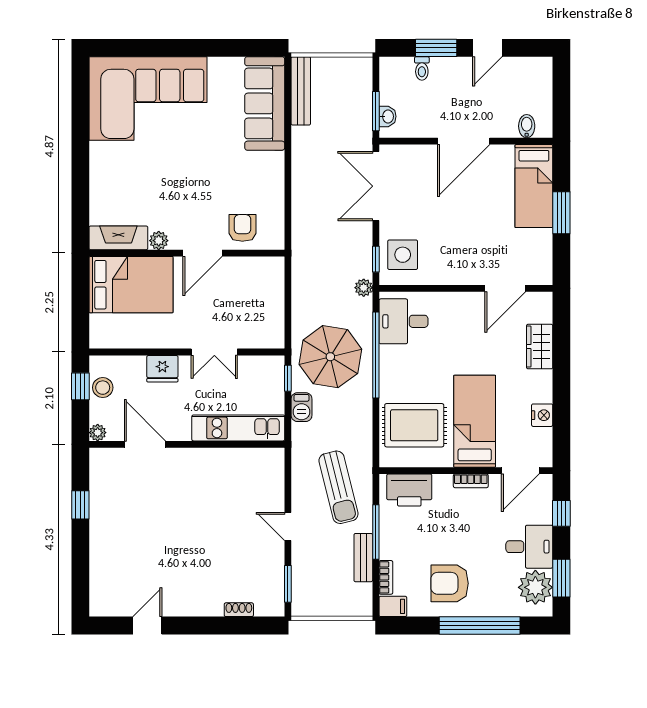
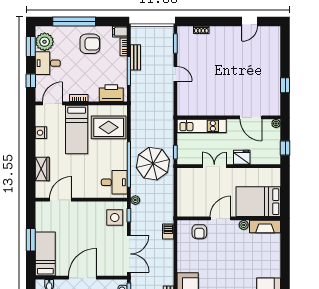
stool: (103, 388) -> (273, 147), removed
barbecue: (302, 407) -> (168, 232), moved
sun lounger: (338, 487) -> (149, 95), removed

